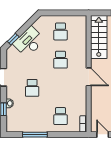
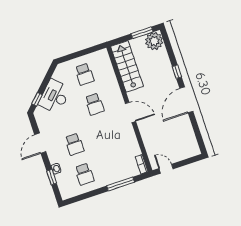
school desk: (61, 116) -> (84, 174), moved
window: (35, 135) -> (121, 184), moved

